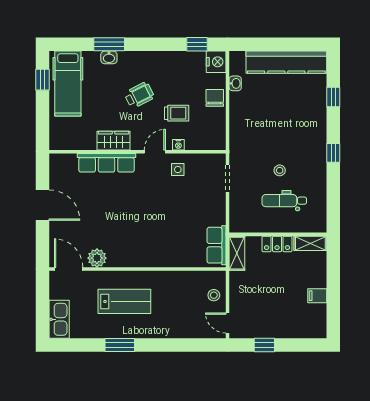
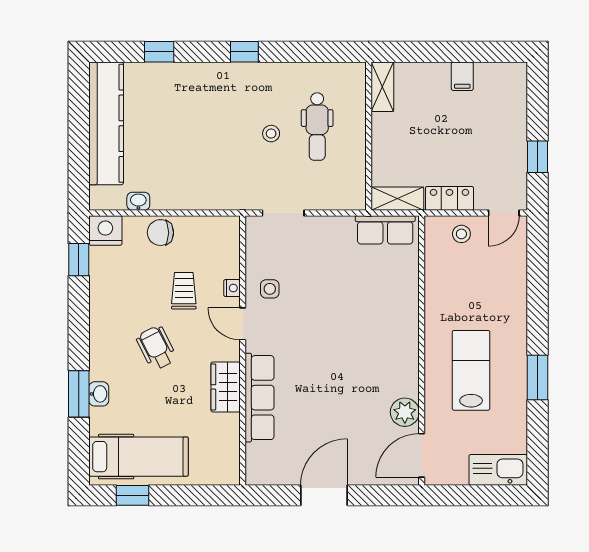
locker: (277, 244) -> (449, 198), moved, turned -90

